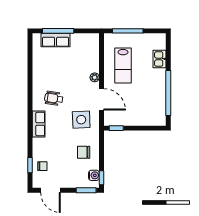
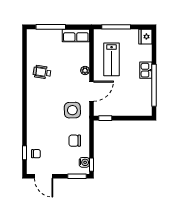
row of seats: (56, 40) -> (76, 36), moved
fridge: (159, 41) -> (145, 37), added
kitchen sink: (160, 59) -> (146, 70), moved
wheelchair: (54, 98) -> (42, 72), moved
door: (102, 99) -> (91, 91), hinge flipped
row of seats: (39, 124) -> (33, 114), removed

